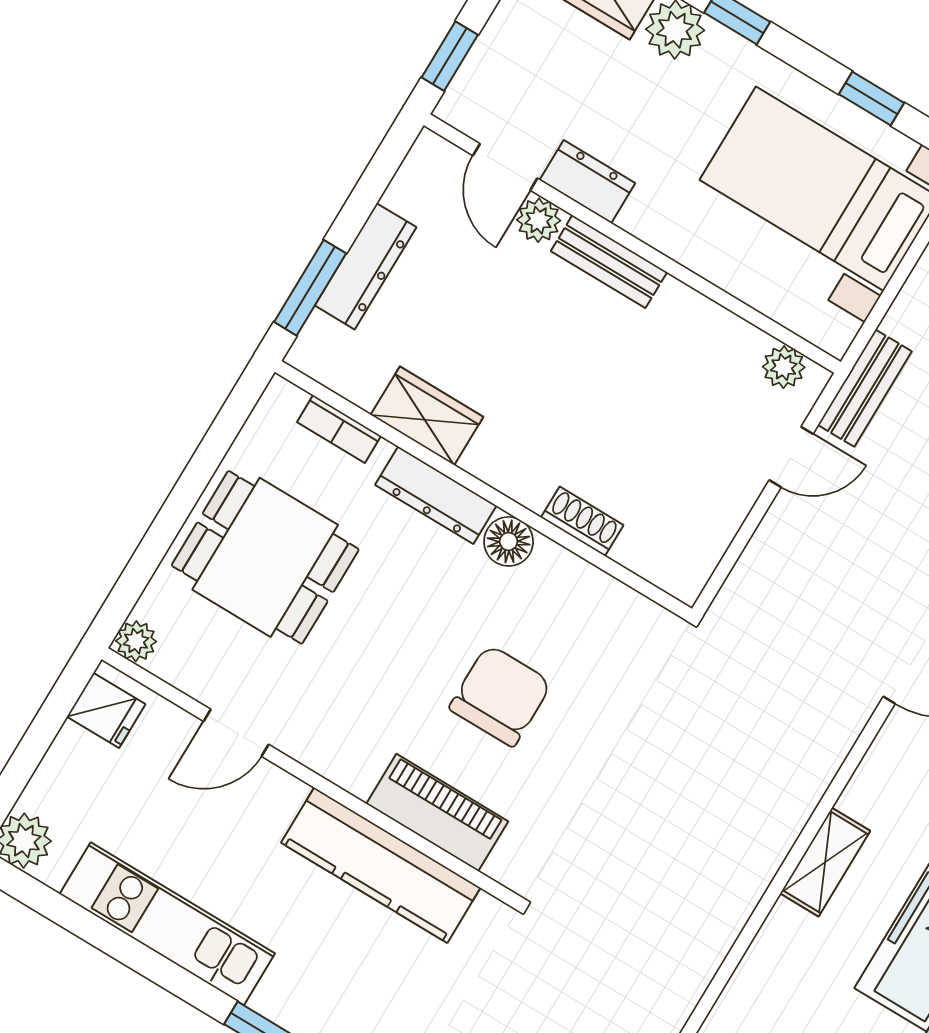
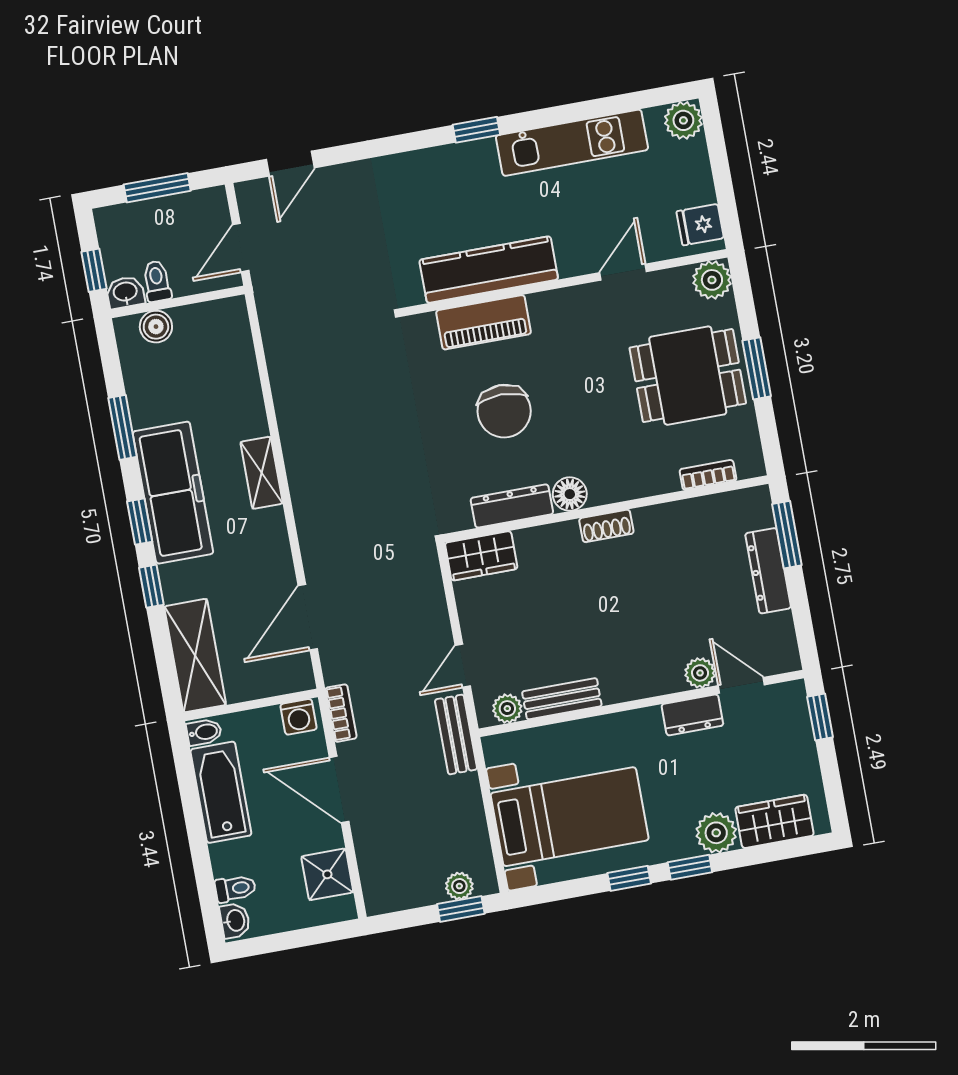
window: (872, 98) -> (629, 878), moved
bench: (609, 262) -> (562, 699), moved
wardrobe: (427, 416) -> (481, 556), moved
dresser: (436, 495) -> (512, 506), moved
window: (183, 499) -> (757, 368), added
shoe rack: (582, 521) -> (606, 526), moved
plant: (136, 641) -> (712, 280), width x1.38, depth x1.38

